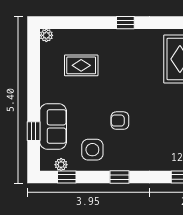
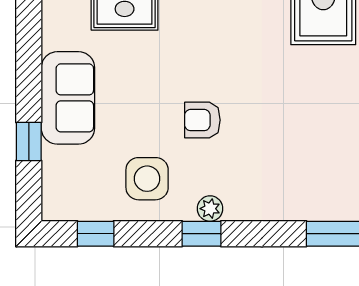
sofa: (53, 126) -> (68, 98), moved
plant: (61, 165) -> (210, 209), moved

